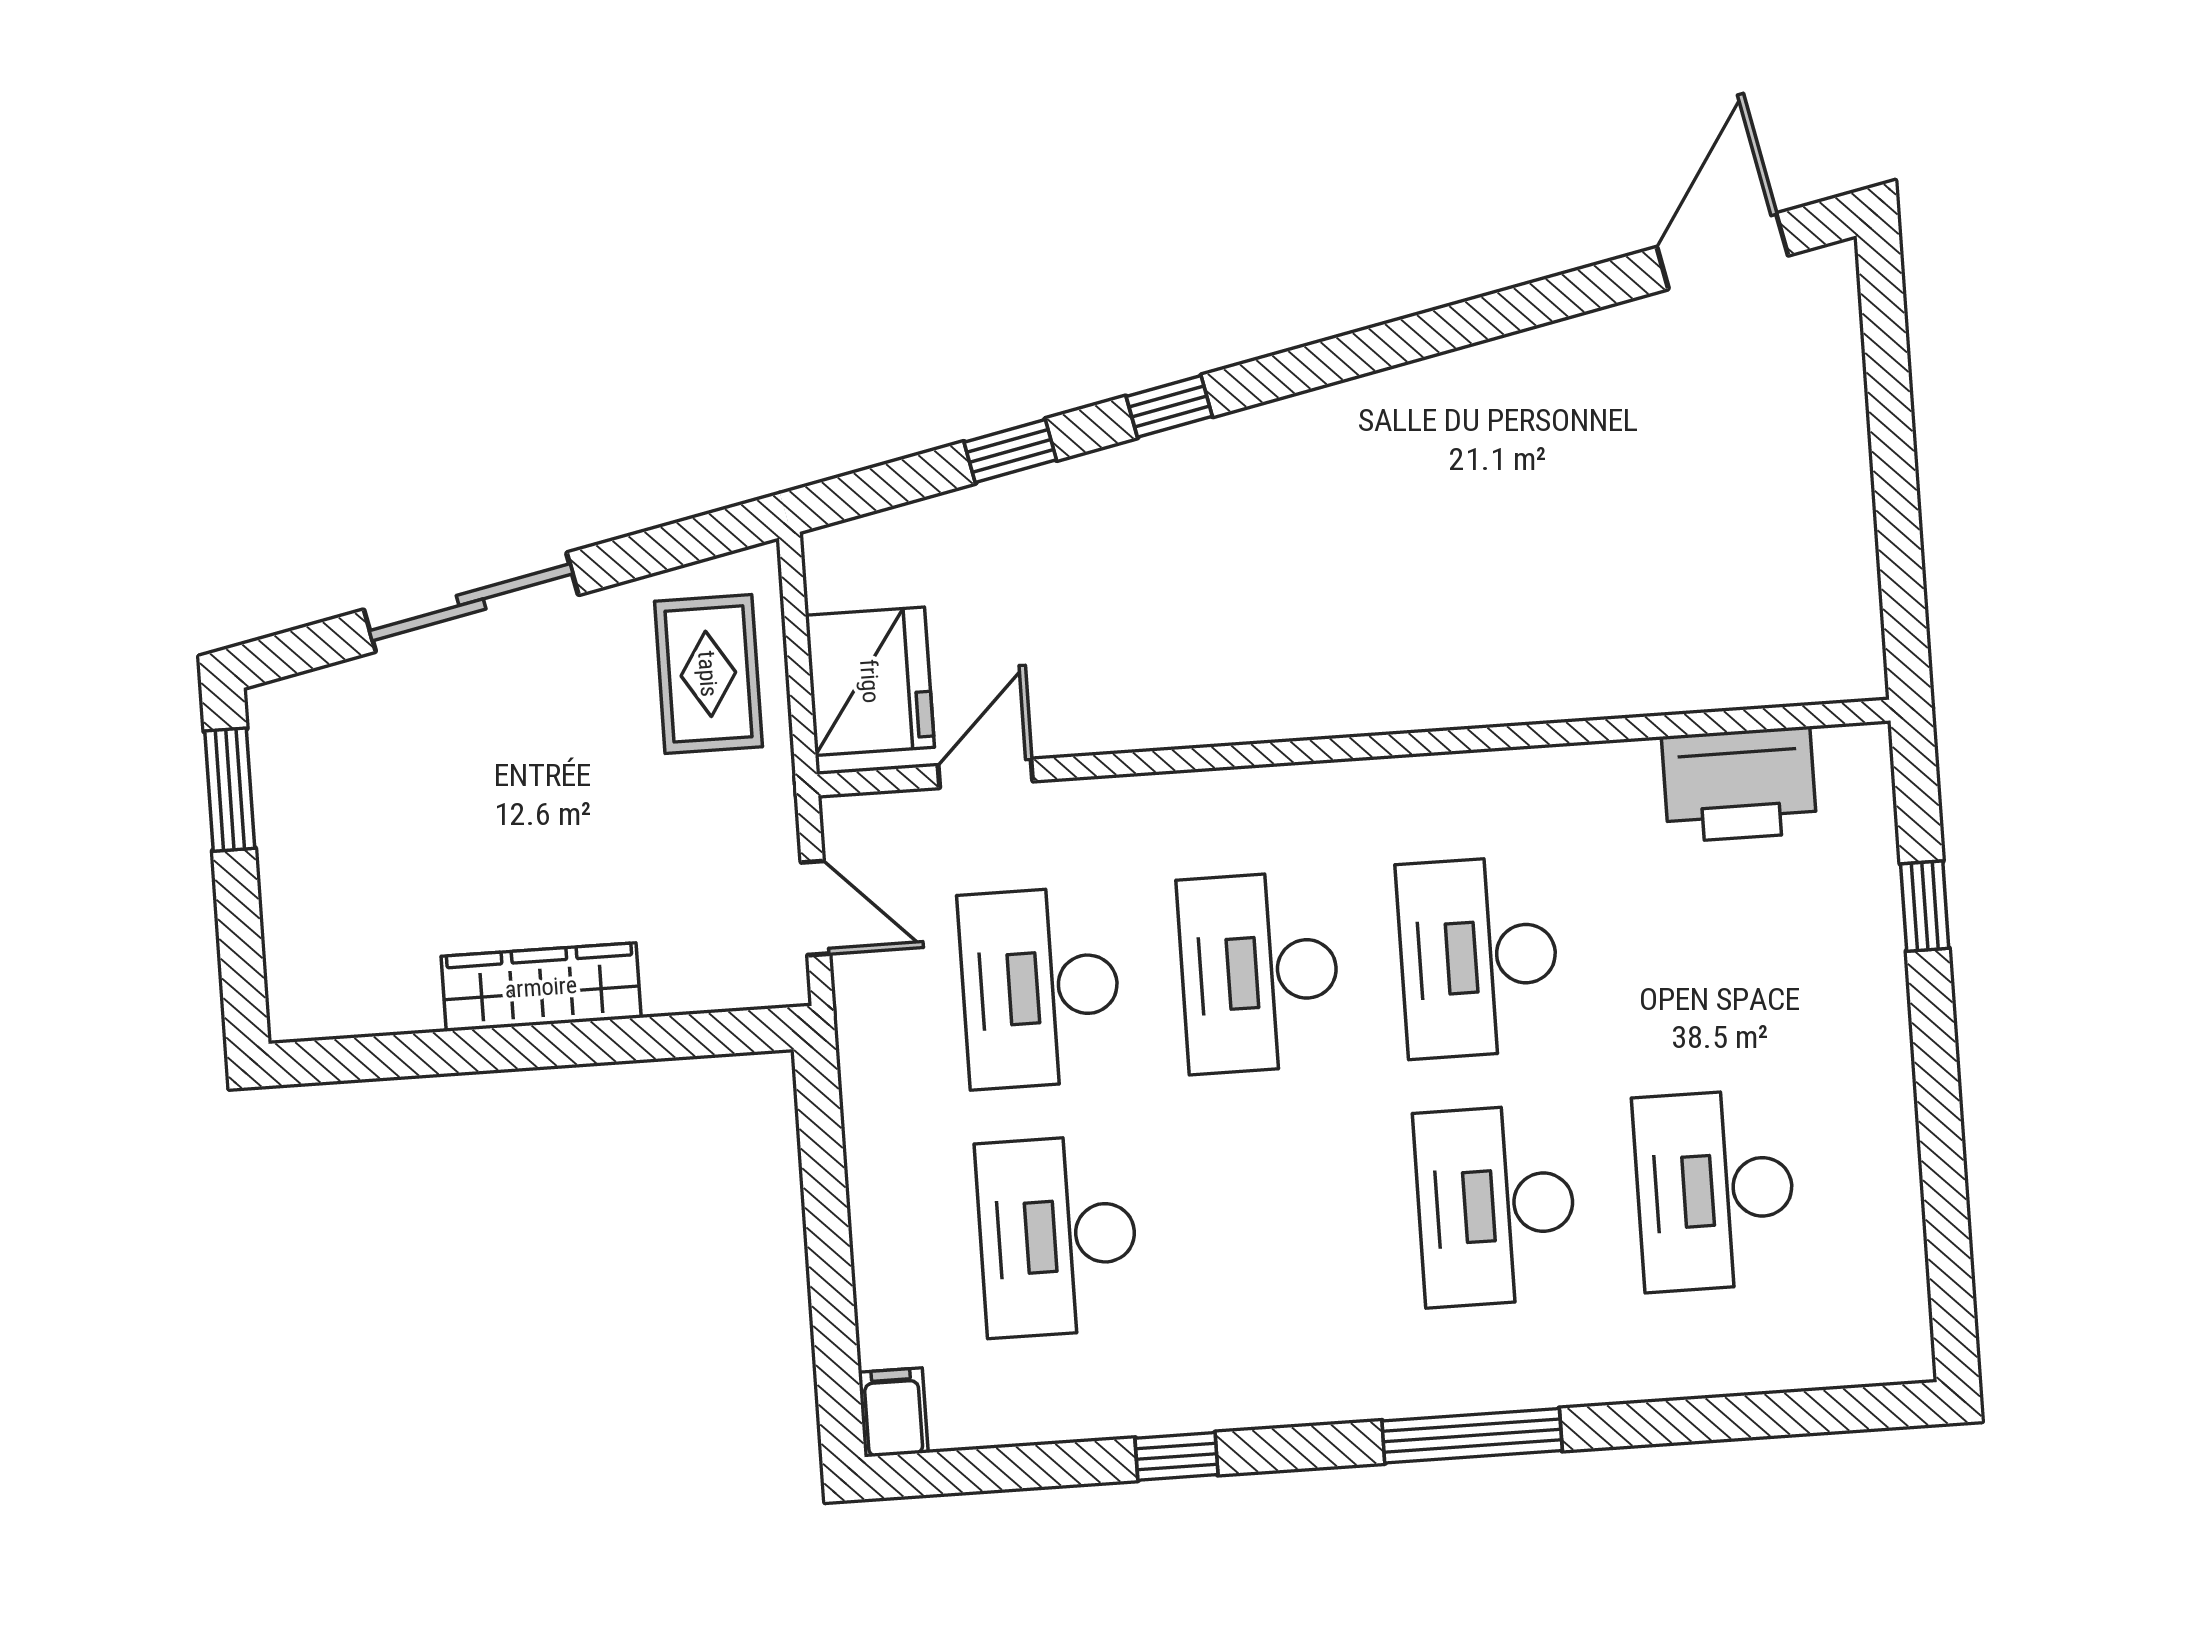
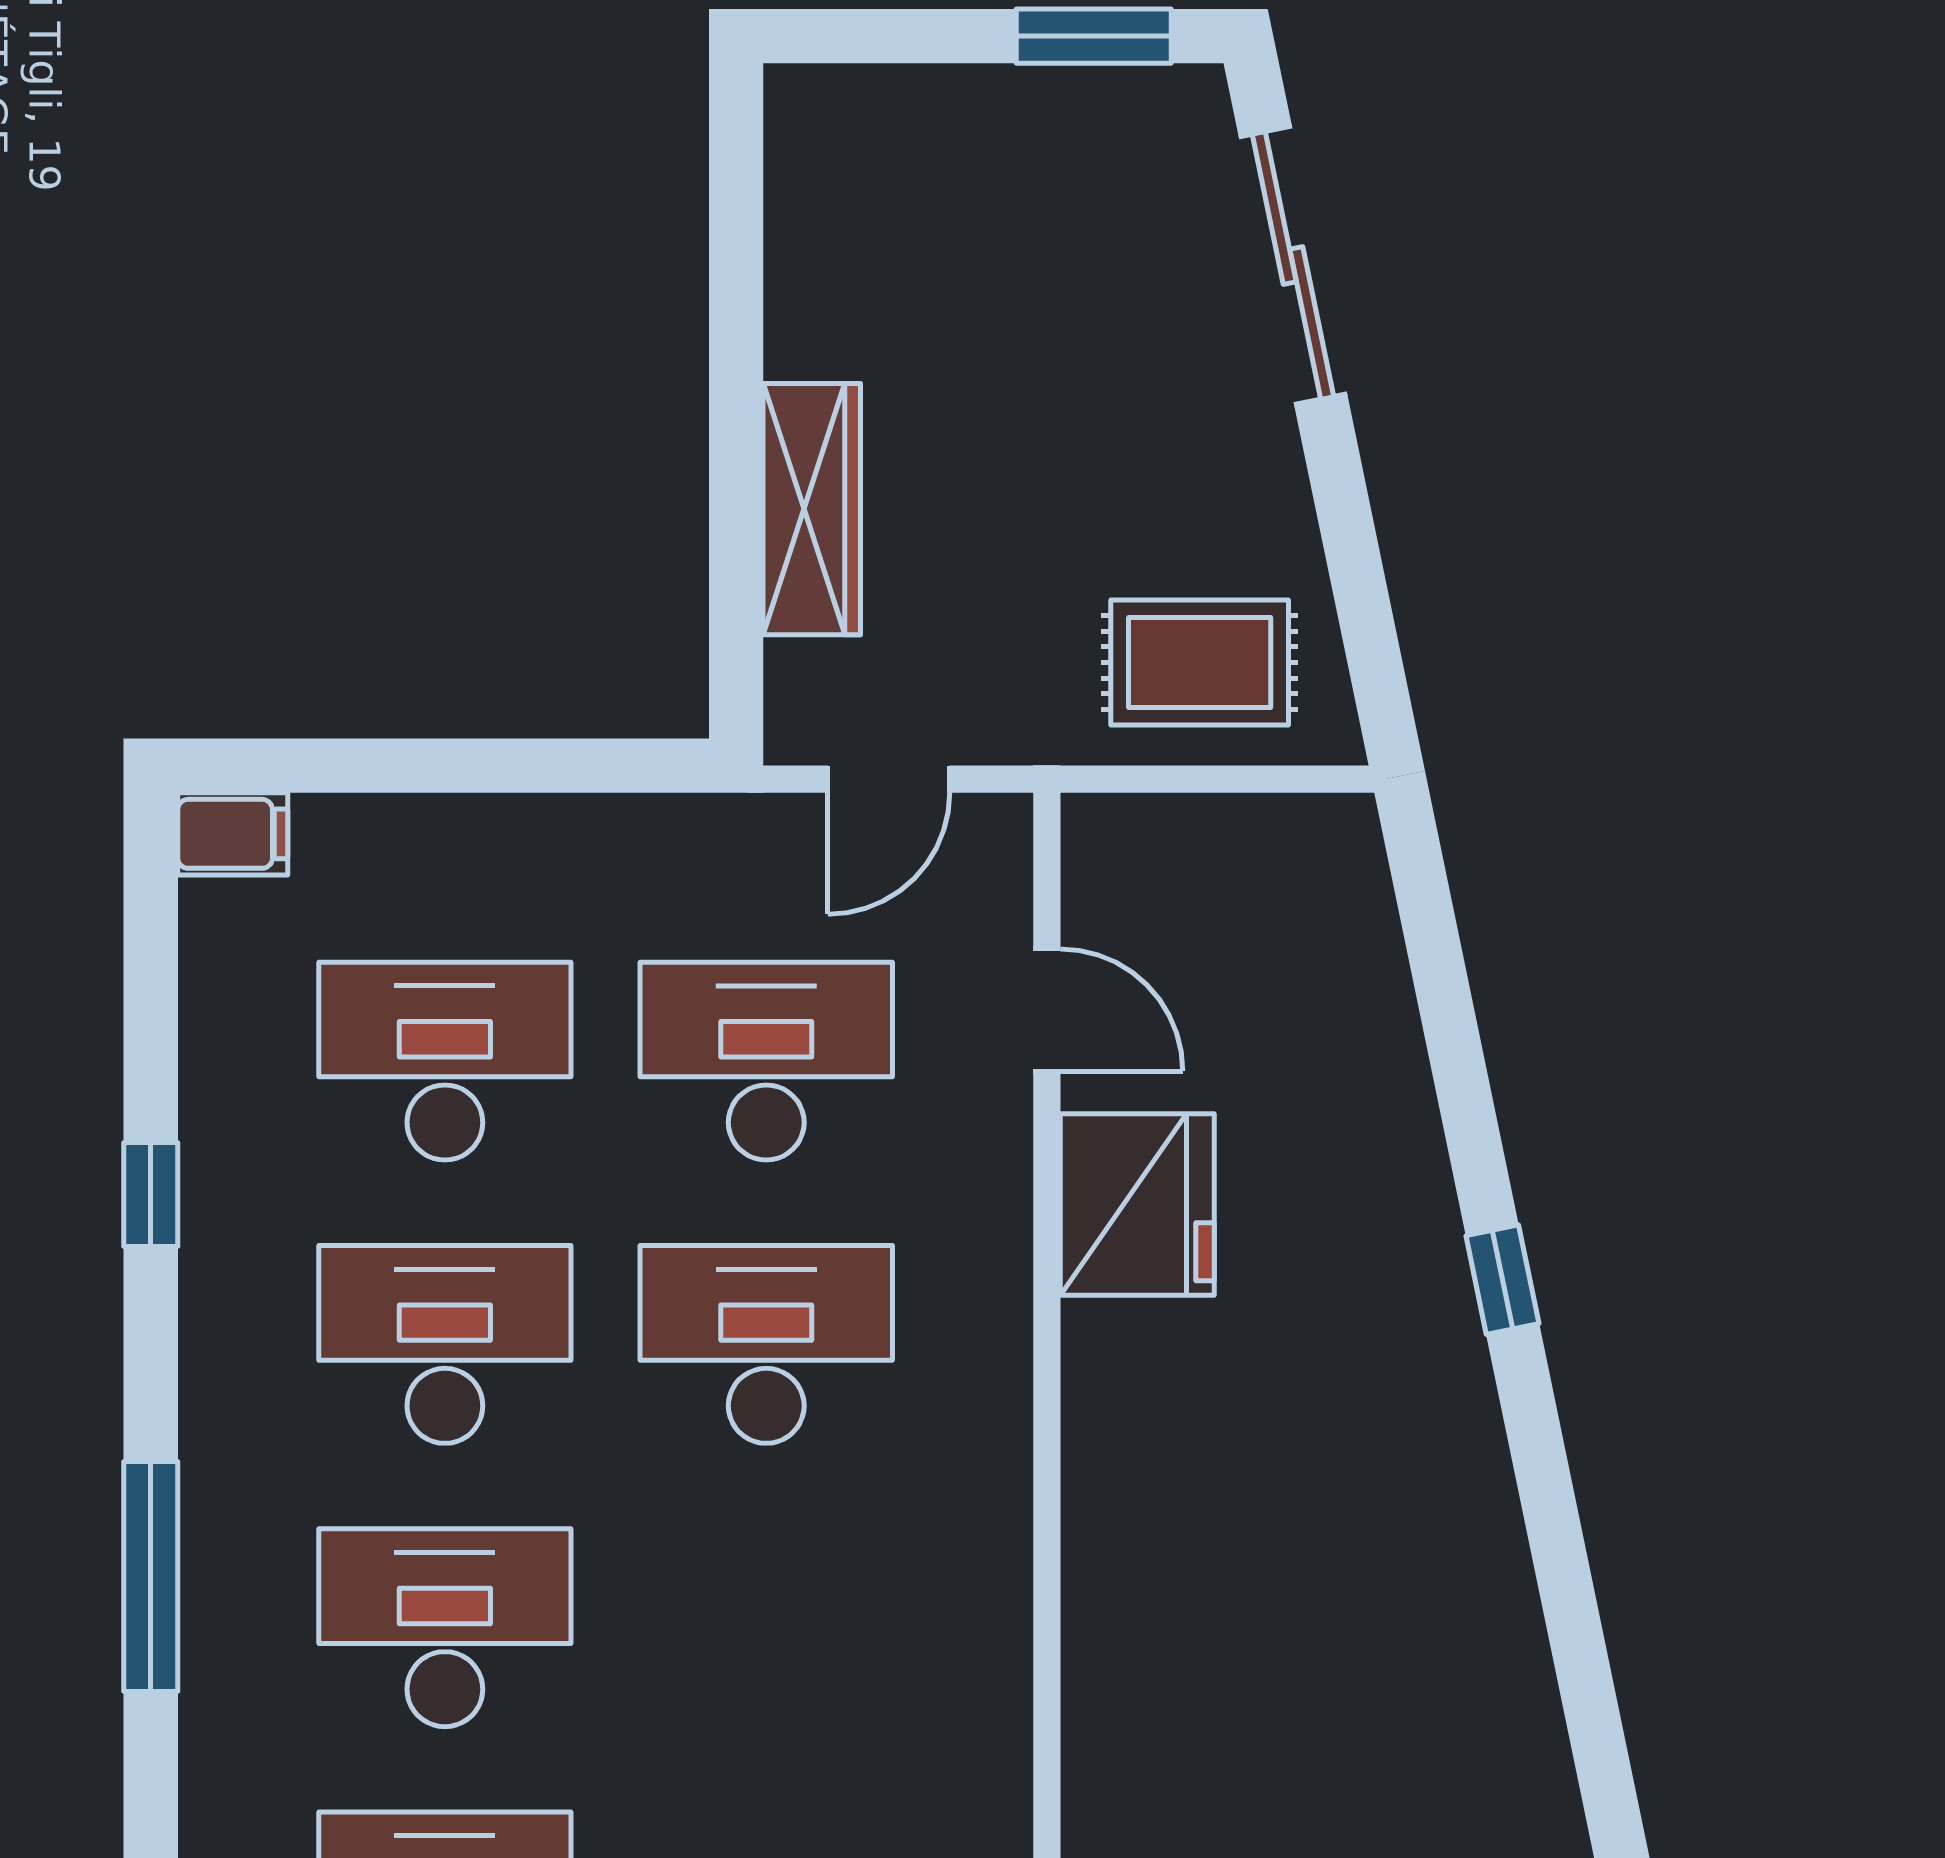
window: (1010, 451) -> (1459, 1071), removed
sliding door: (471, 602) -> (1293, 265), moved
fridge: (870, 681) -> (1137, 1205), moved, turned -90
desk: (1478, 957) -> (445, 1344), moved
wardrobe: (541, 987) -> (812, 509), moved

